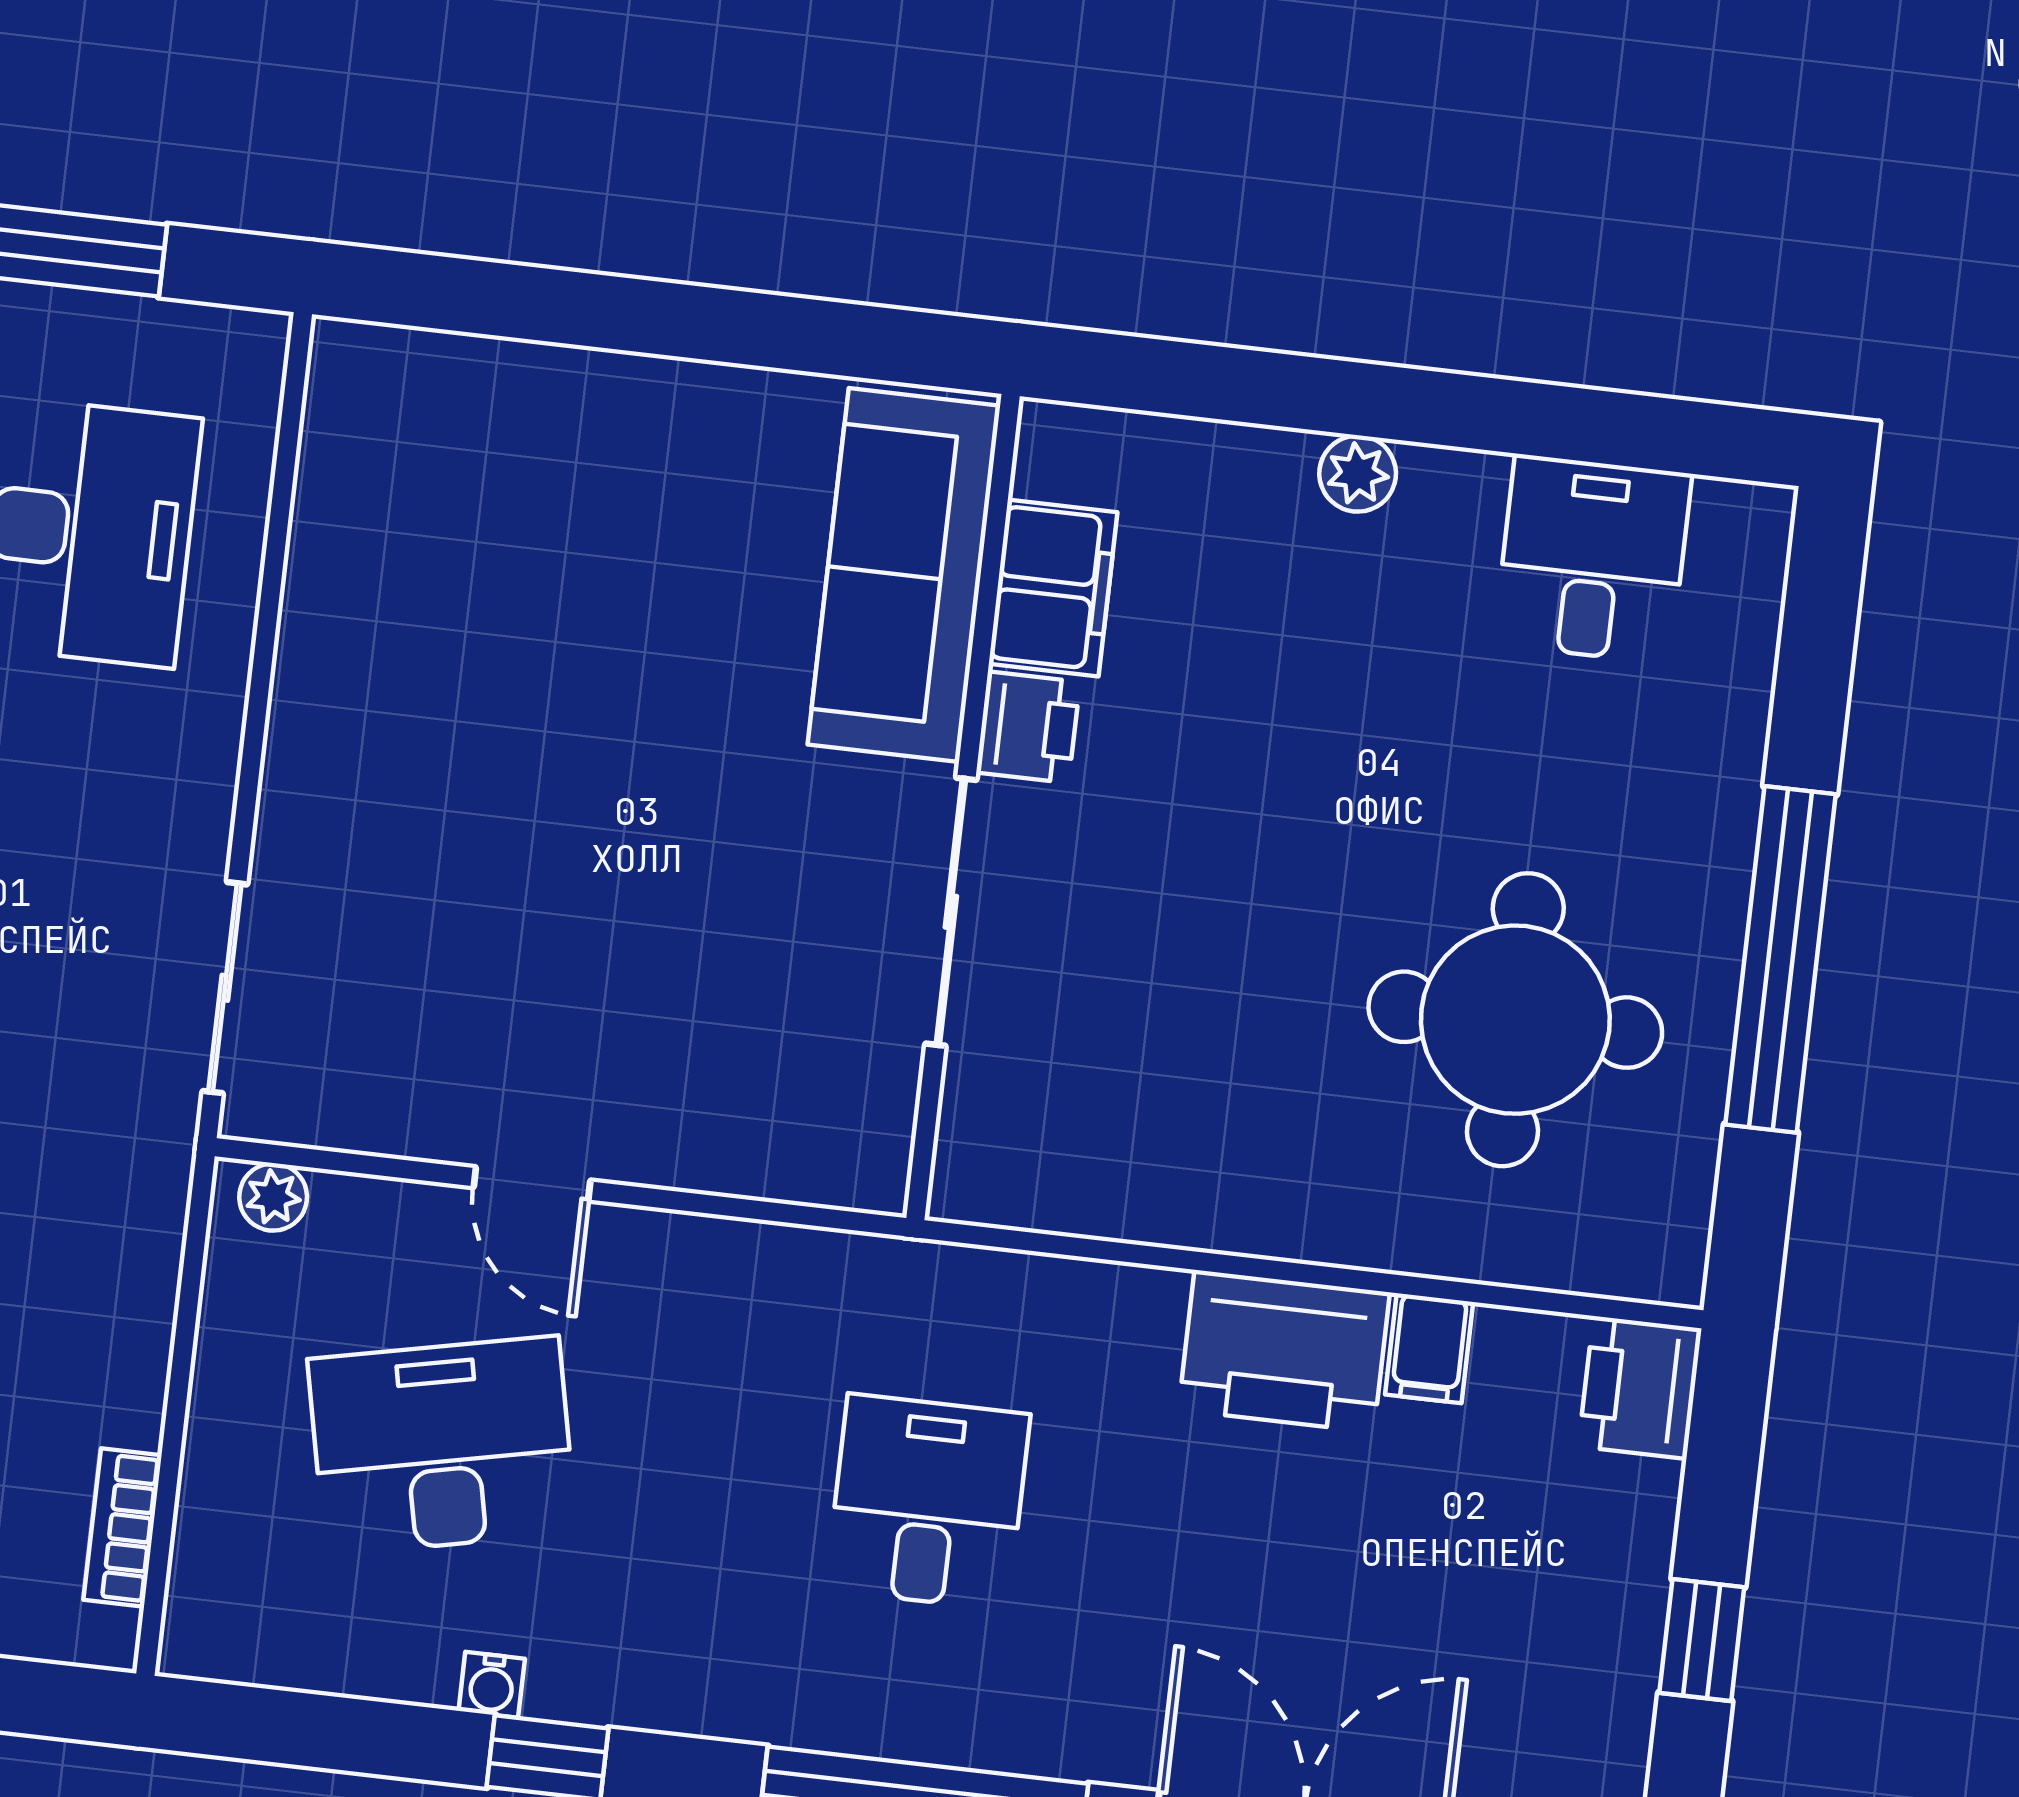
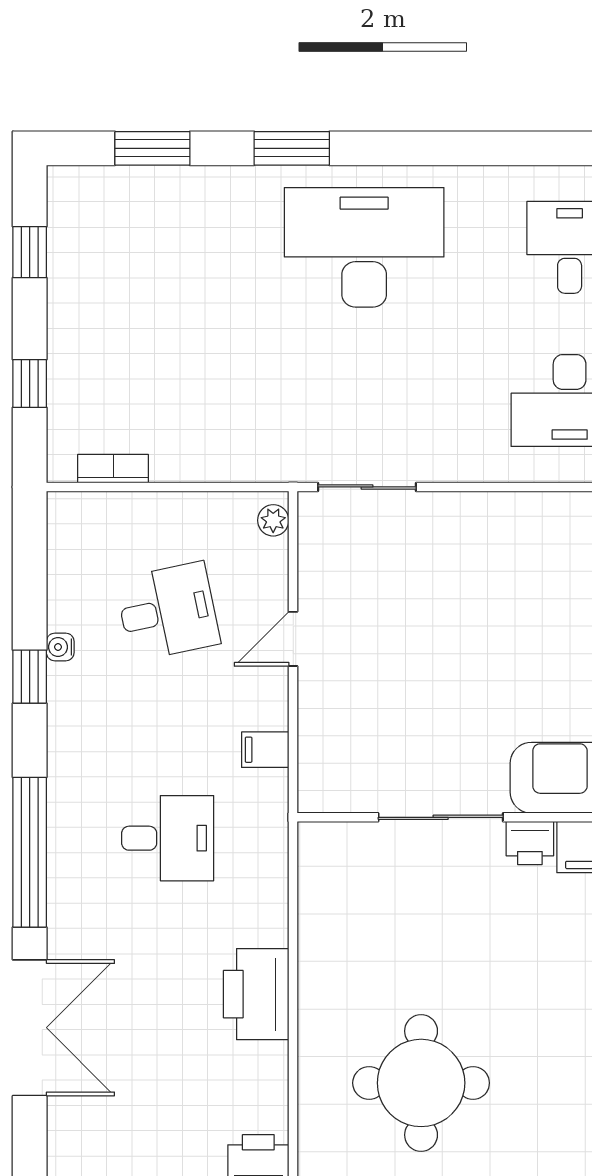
filing cabinet: (1429, 1348) -> (265, 750), moved
desk: (442, 1446) -> (168, 611), width x0.73

